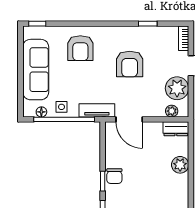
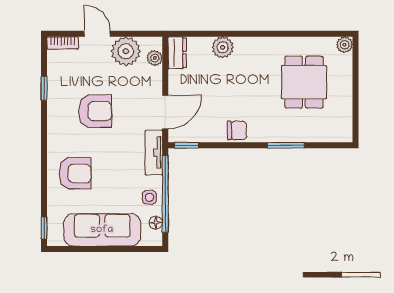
window: (103, 181) -> (186, 145), moved

